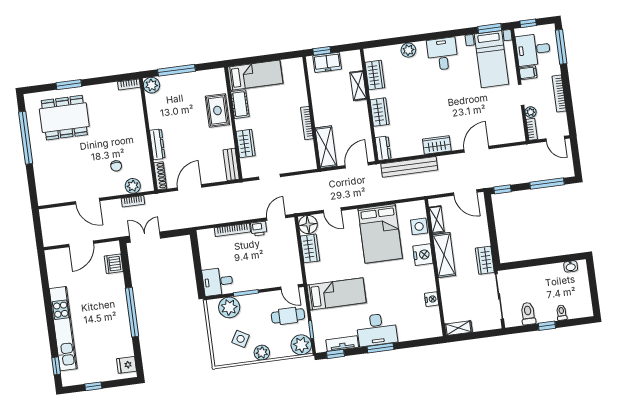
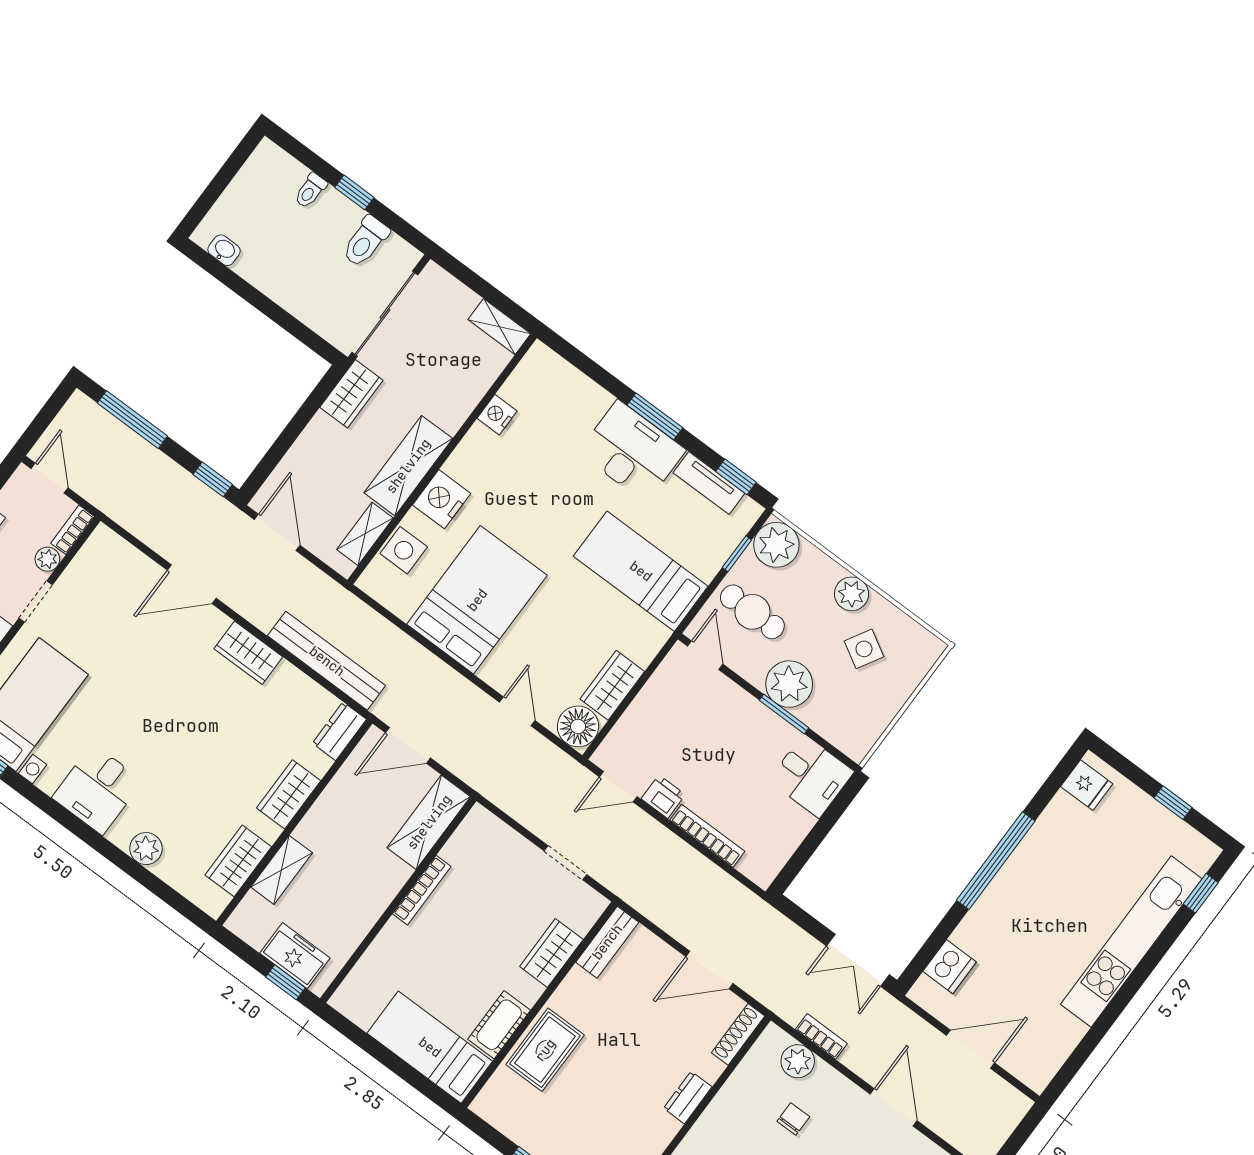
dresser: (157, 144) -> (688, 1098), width x0.70
plant: (229, 307) -> (789, 684), moved

